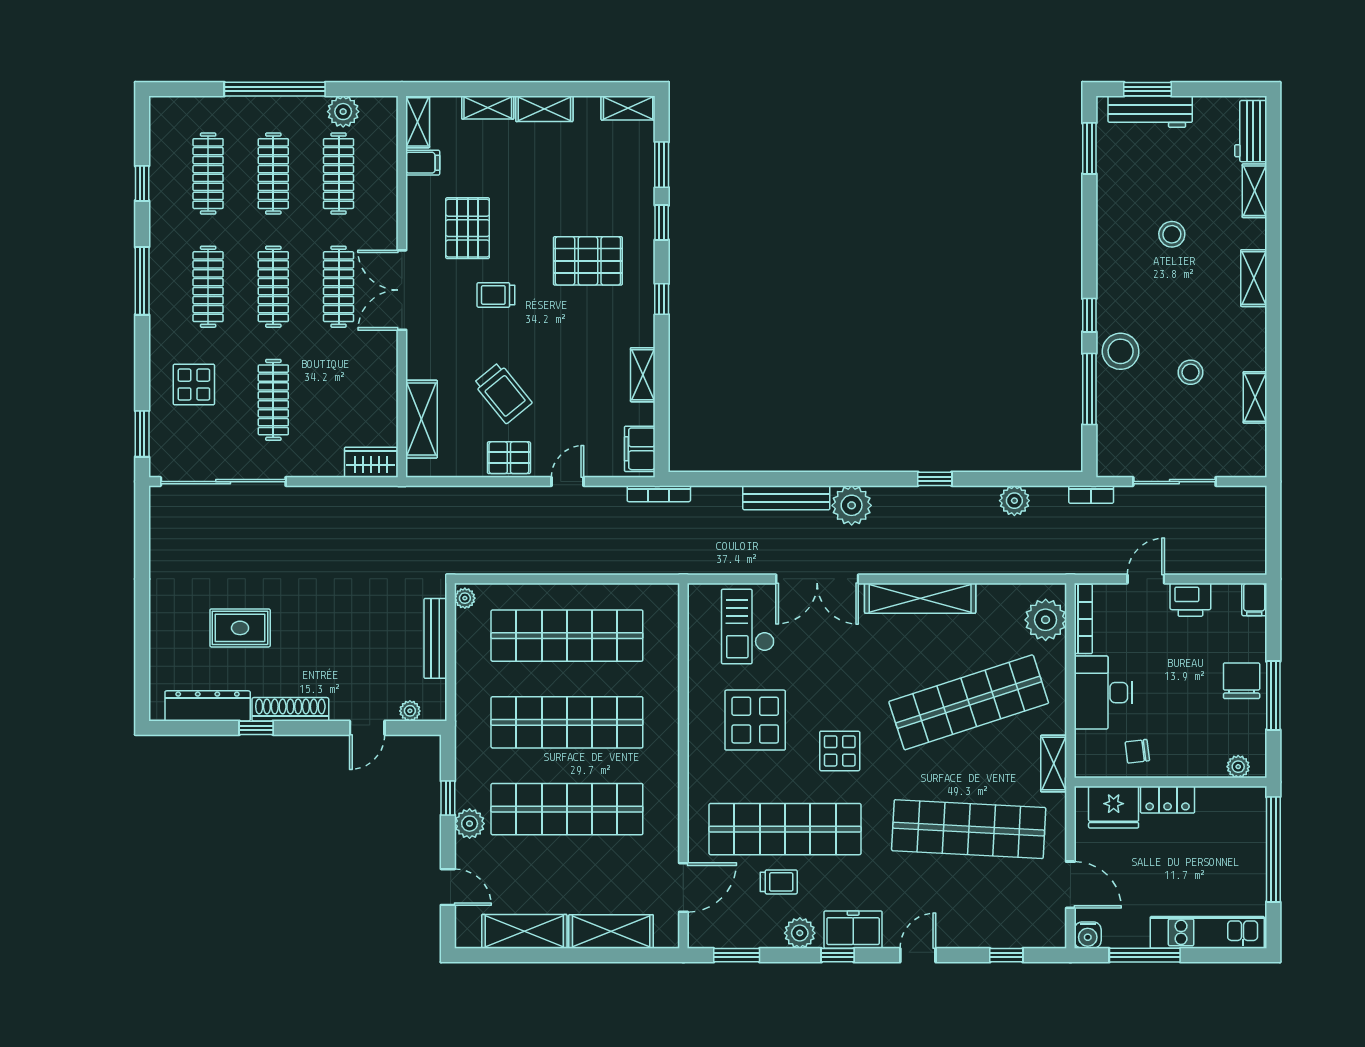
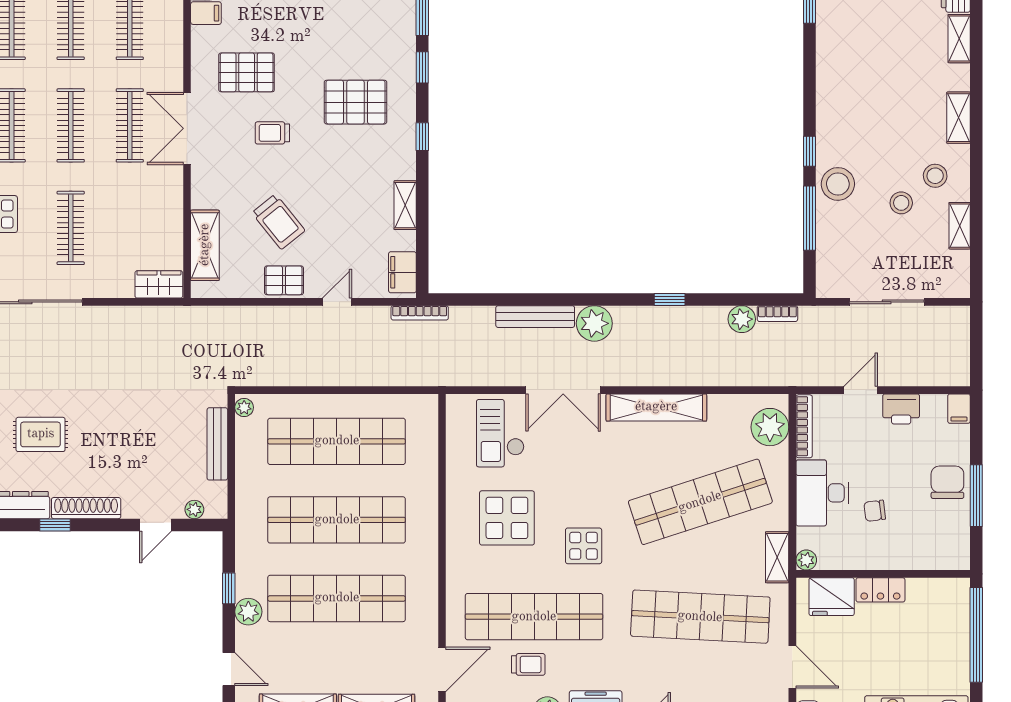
pallet: (468, 228) -> (247, 72), turned 90
stool: (1172, 234) -> (935, 176), moved
bookcase: (1091, 494) -> (777, 314), moved
chair: (1137, 751) -> (875, 511), moved
plant: (1238, 767) -> (806, 560), moved

